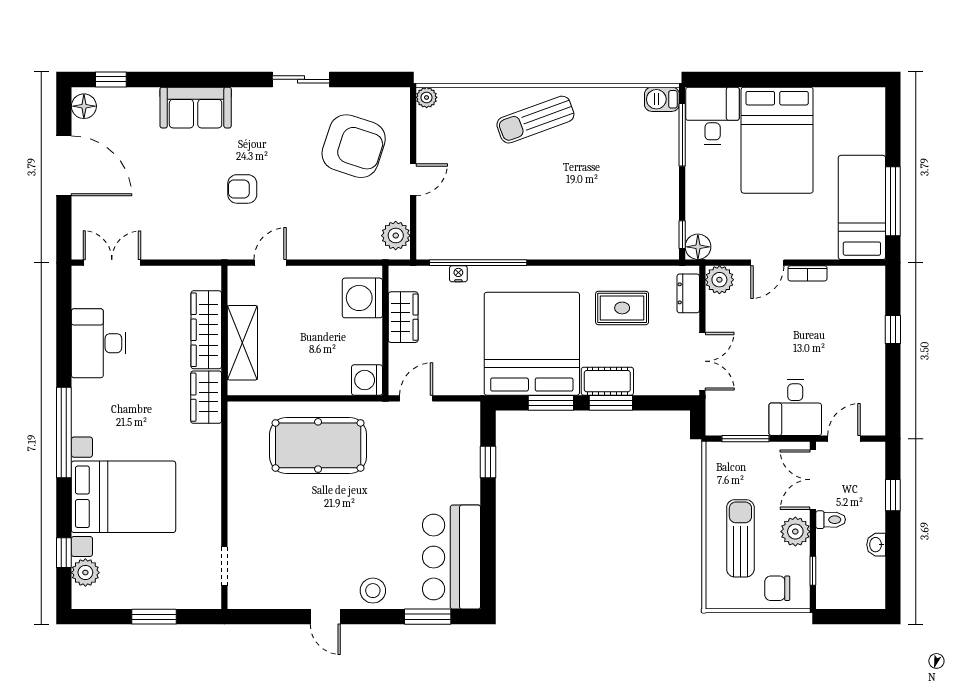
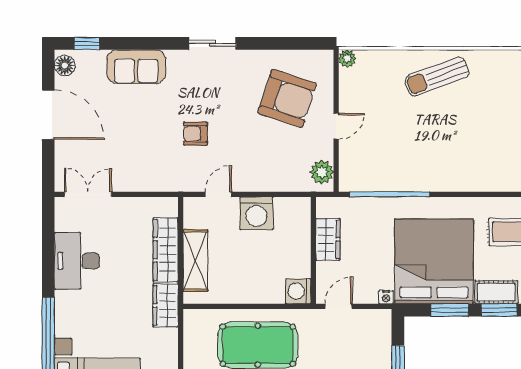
sliding door: (301, 79) -> (212, 43), moved
sofa: (196, 108) -> (136, 67), moved
nightstand: (458, 274) -> (386, 297), moved, turned 180
washing machine: (362, 298) -> (256, 213), moved, turned -90

